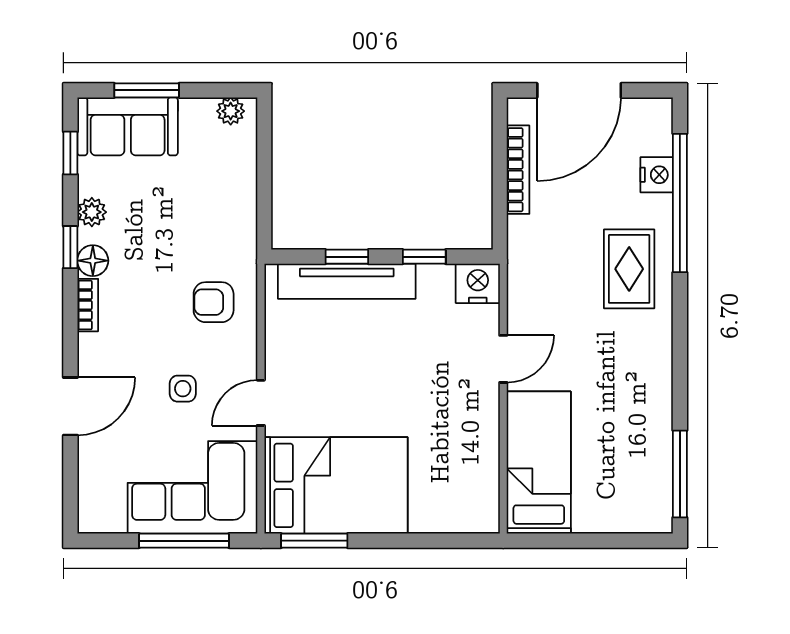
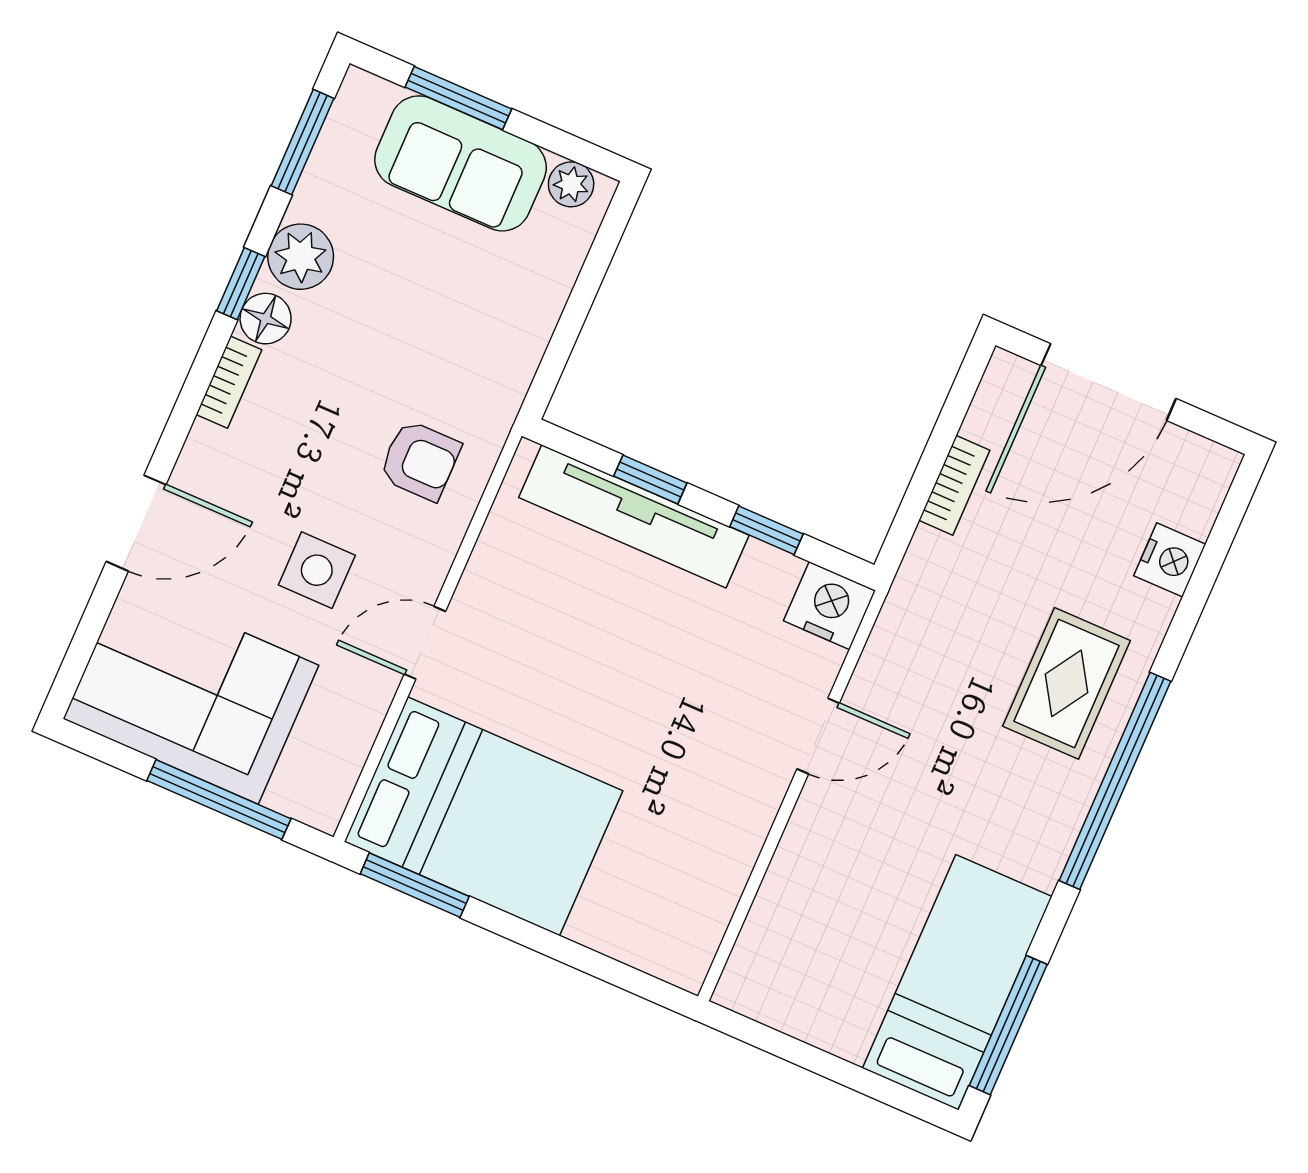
sofa: (128, 126) -> (461, 163), moved
window: (70, 153) -> (303, 142), width x1.50
bookcase: (518, 170) -> (954, 485), width x0.64
window: (680, 203) -> (1115, 781), moved
plant: (92, 212) -> (301, 257), width x1.38, depth x1.38
armchair: (214, 302) -> (420, 460), turned 180
side table: (183, 389) -> (317, 570), width x1.37, depth x1.37
bed: (539, 463) -> (957, 982), moved
corner sofa: (192, 487) -> (191, 692), moved

